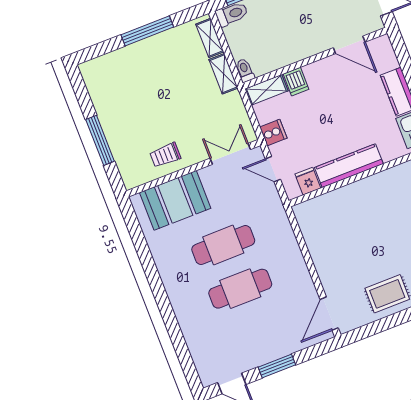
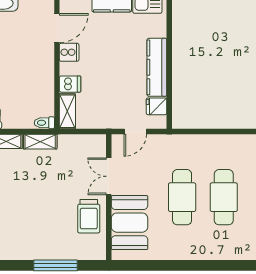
cooker: (273, 133) -> (69, 52), moved, turned 90
double door: (230, 154) -> (109, 176), moved
trolley: (165, 155) -> (89, 216), width x1.36, depth x1.39

